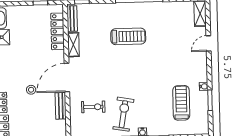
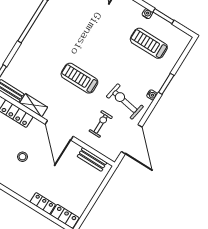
treadmill: (128, 36) -> (79, 78), moved, turned -90
stool: (31, 90) -> (22, 157), moved
bench: (61, 106) -> (92, 159), moved

